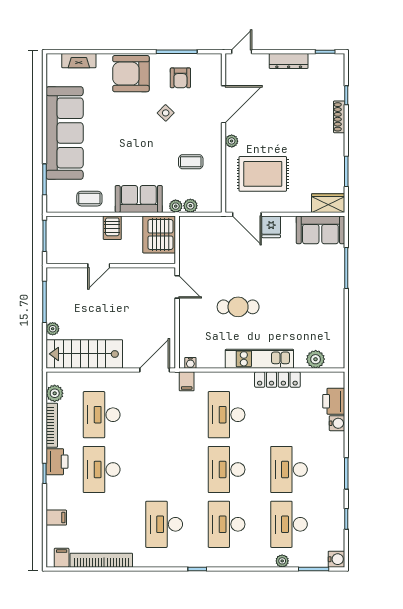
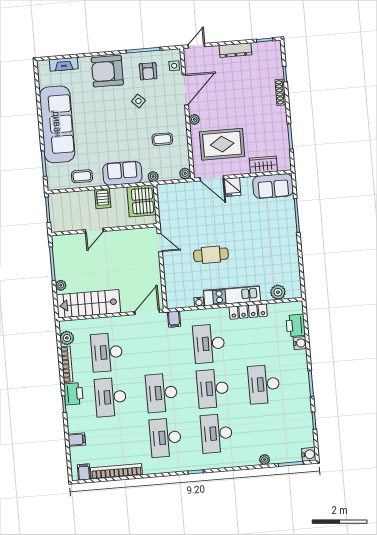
side table: (213, 74) -> (174, 66), added
wardrobe: (328, 203) -> (263, 165), moved
plant: (190, 206) -> (185, 173), moved
water cooler: (190, 363) -> (199, 302), moved
desk: (289, 524) -> (162, 393), moved

